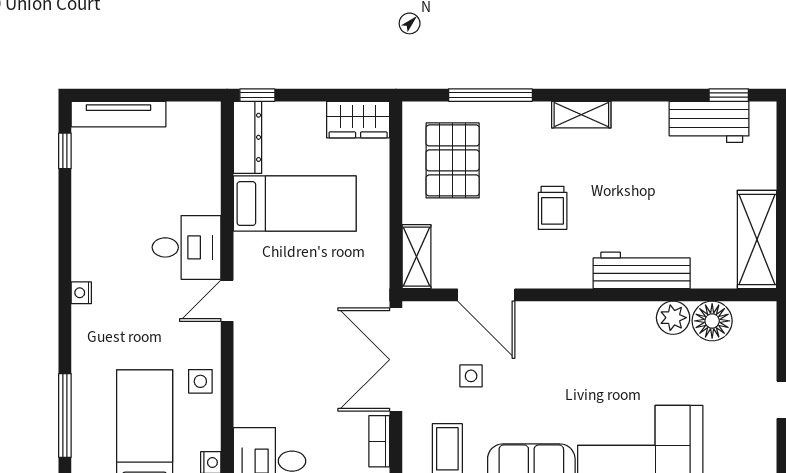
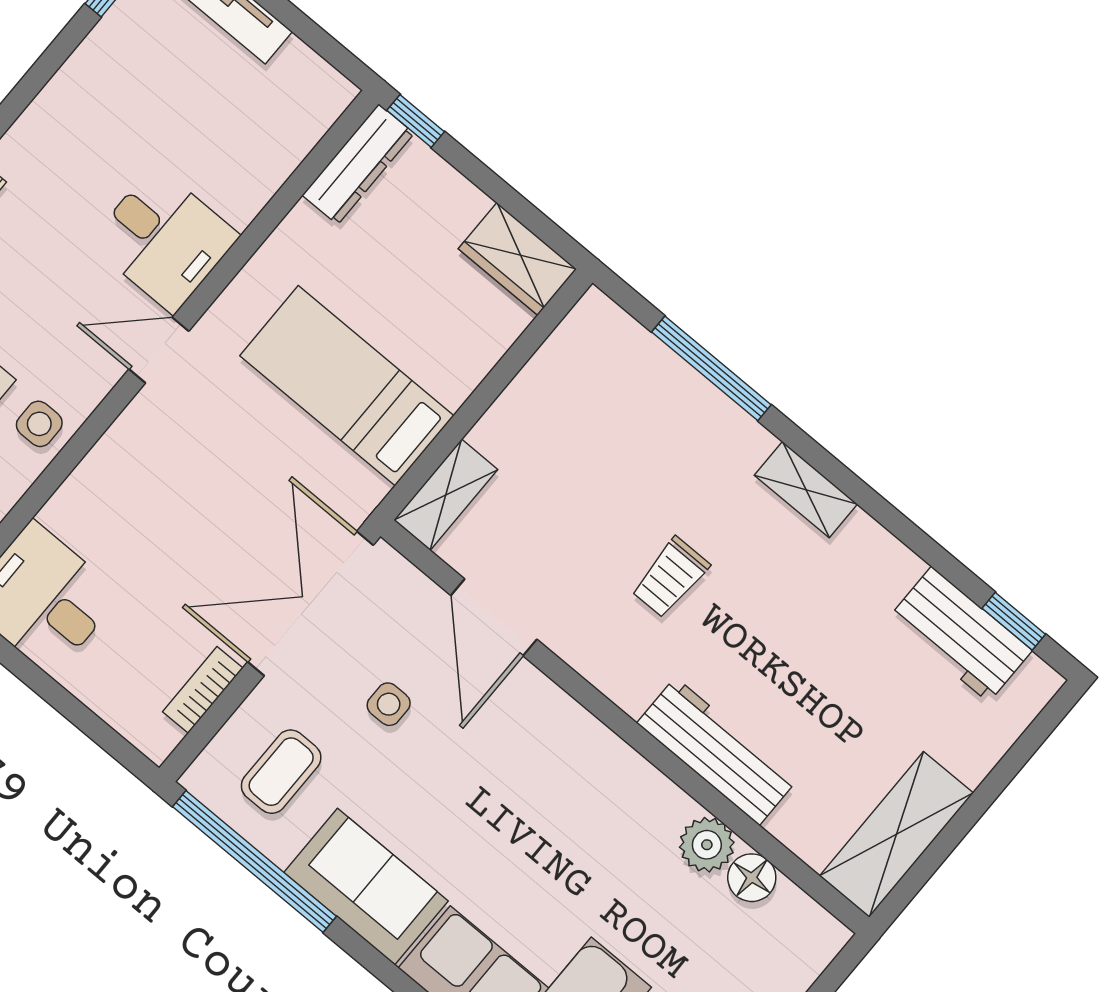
pallet: (453, 160) -> (594, 411), removed
bed: (295, 204) -> (347, 386), moved, turned 180
floor lamp: (712, 321) -> (752, 878), width x0.73, depth x0.73

